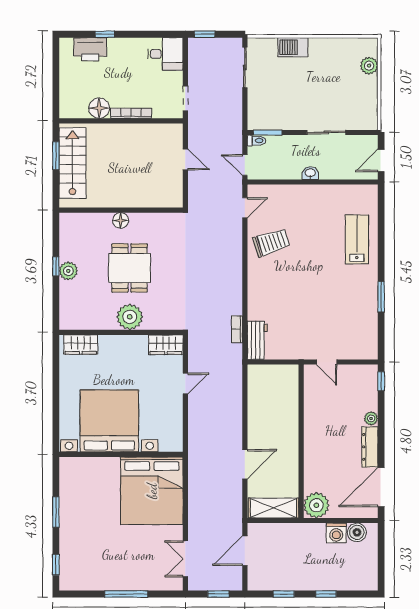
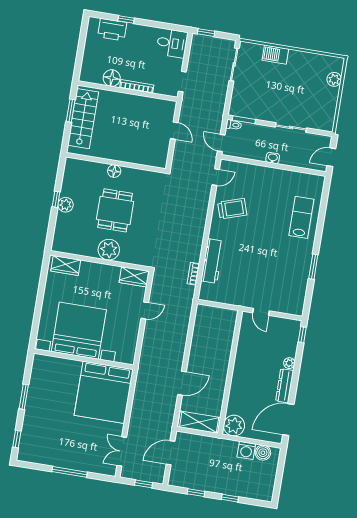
workbench: (257, 340) -> (212, 261), moved, width x1.38

